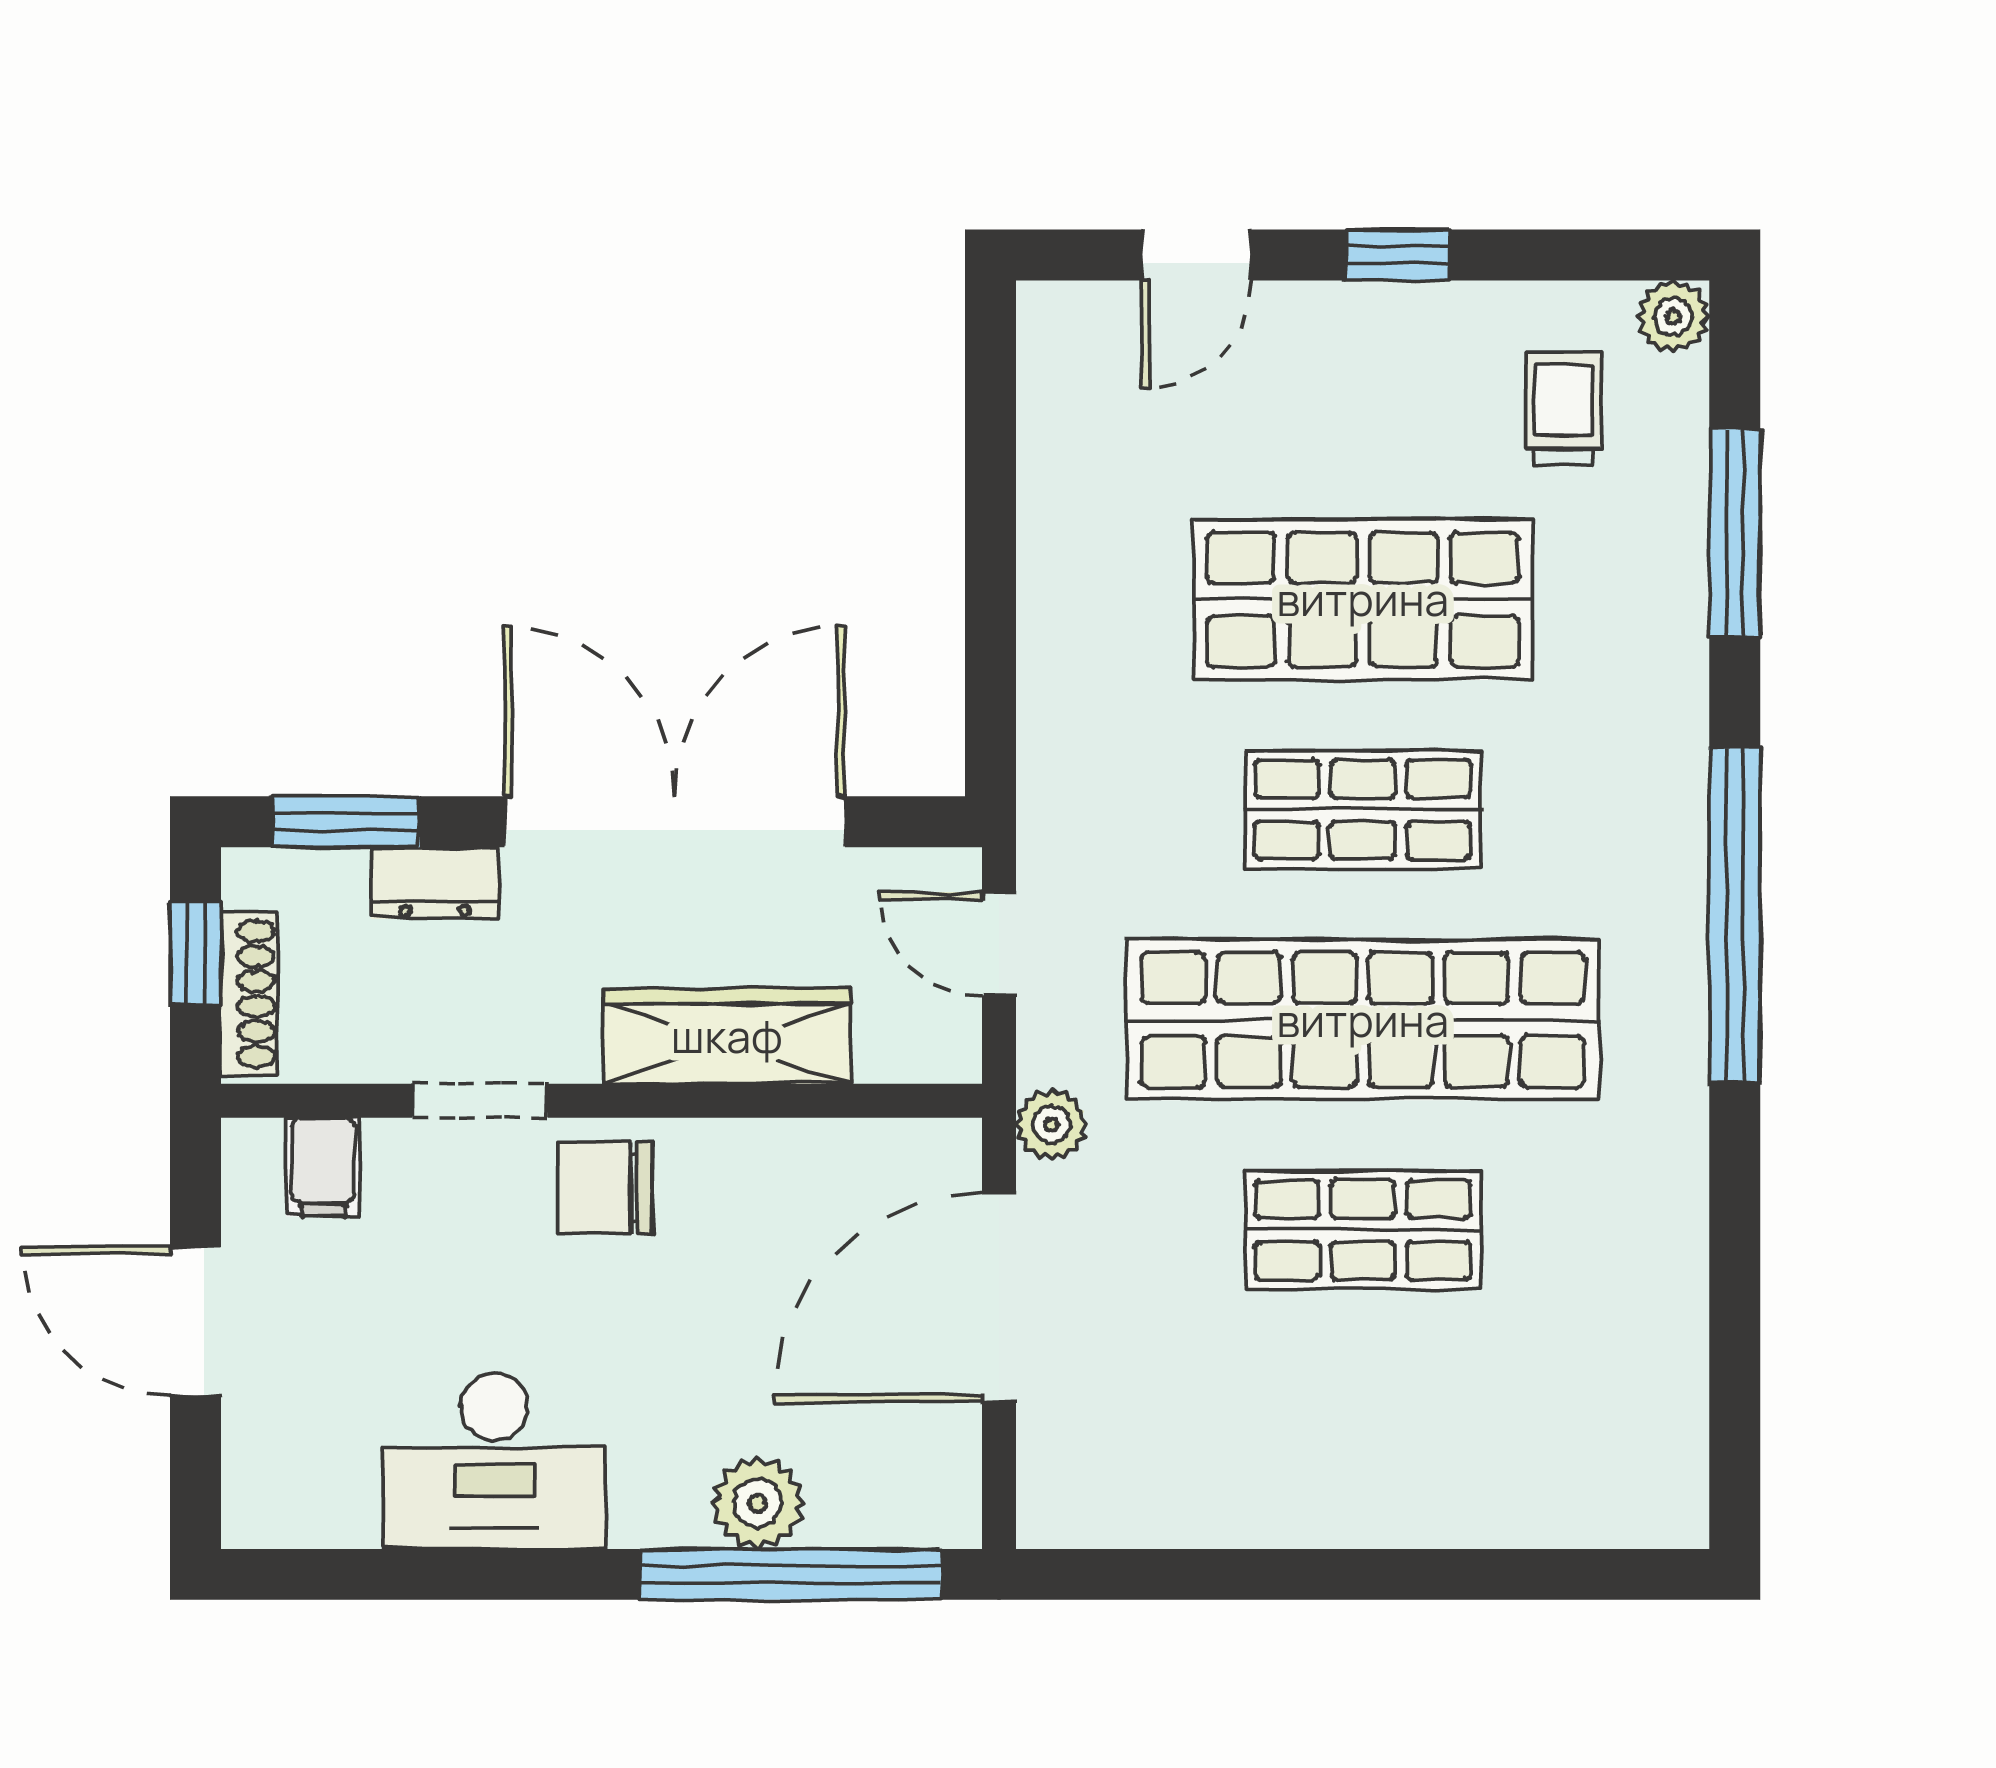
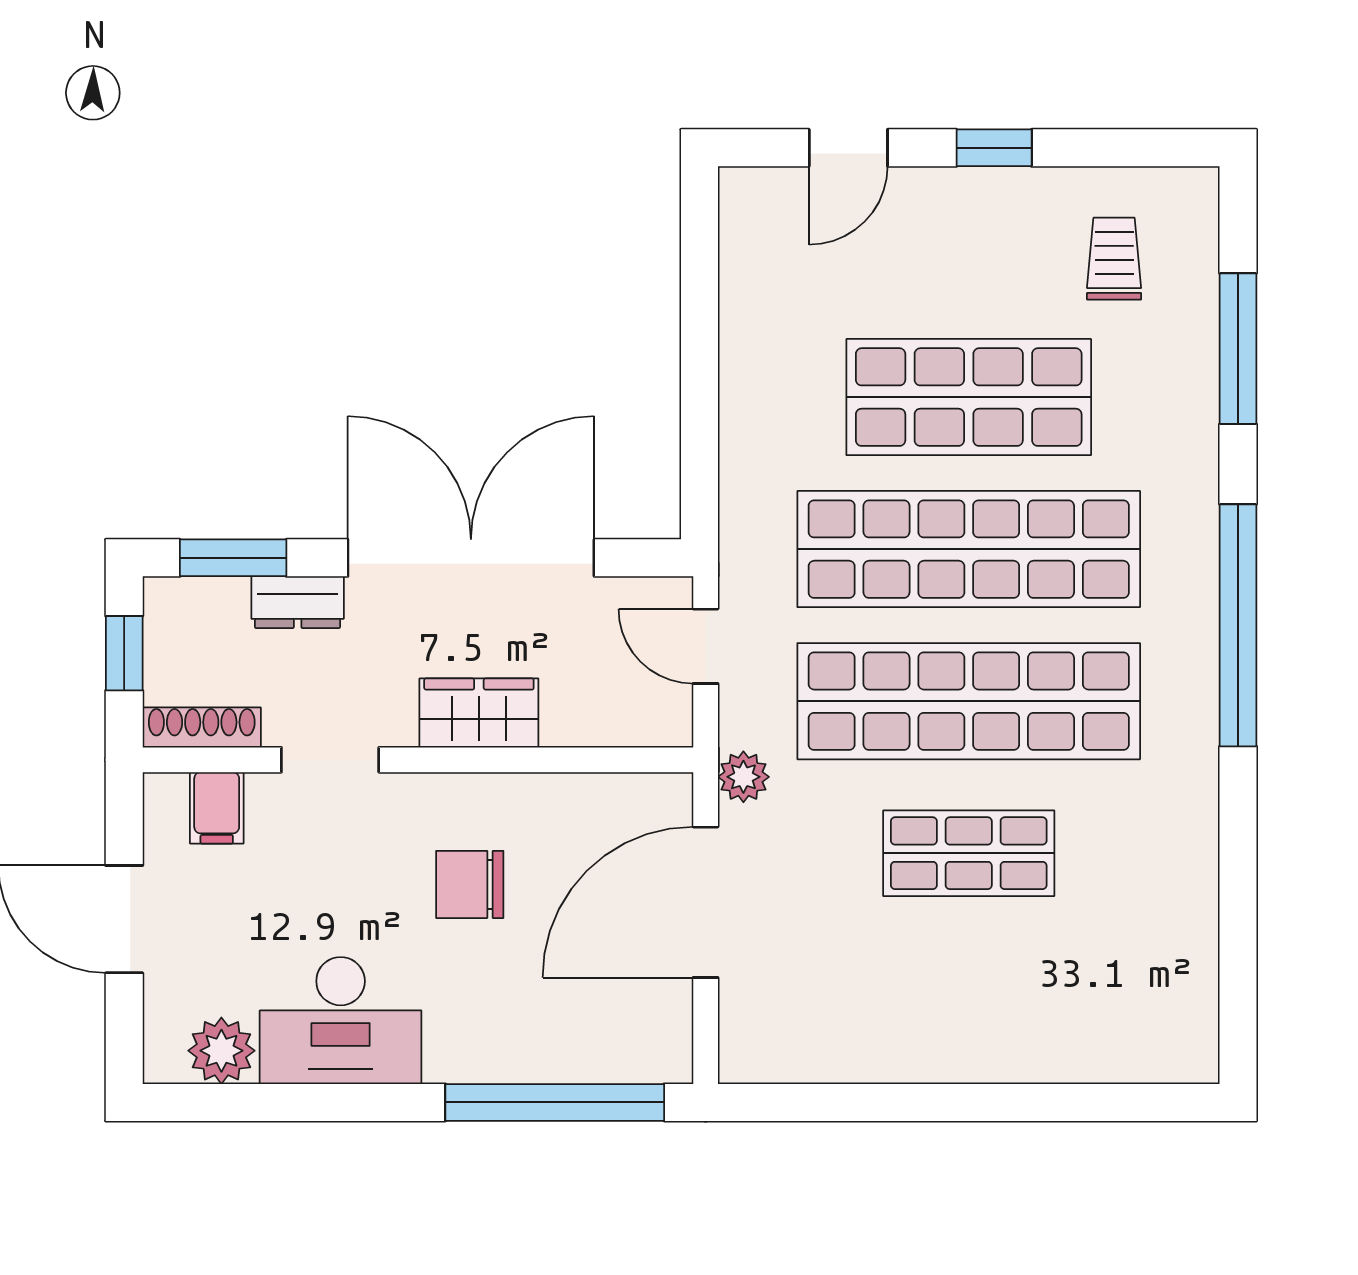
plant: (1673, 317) -> (1193, 192), removed
shop shelf: (1363, 810) -> (969, 549), width x2.00, depth x1.36
shoe rack: (249, 994) -> (202, 727), moved, turned -90
wardrobe: (727, 1036) -> (479, 713), width x0.67
chair: (606, 1188) -> (470, 884), moved
plant: (758, 1503) -> (221, 1051), moved

